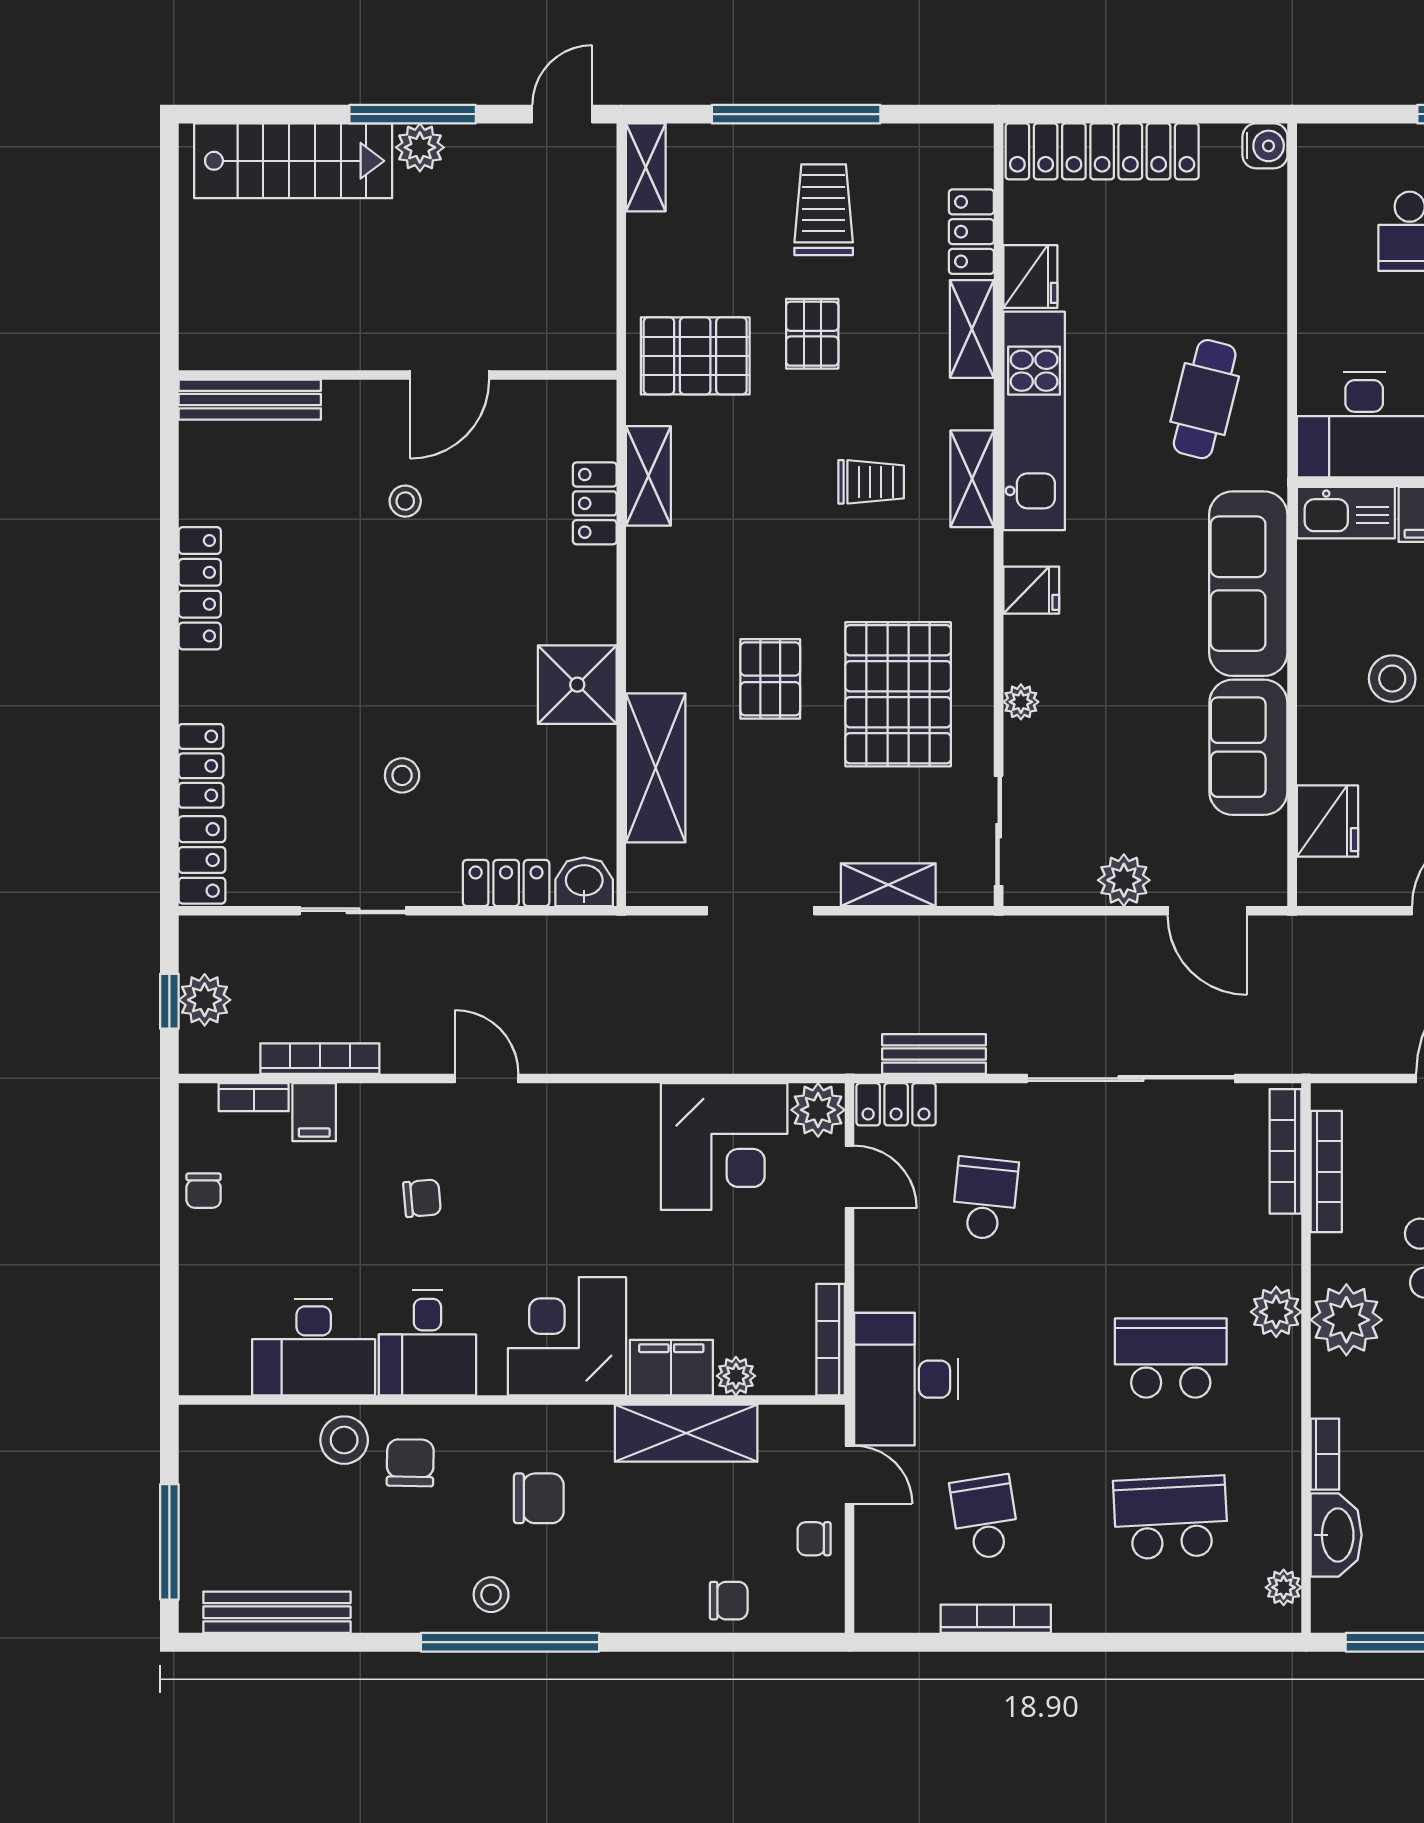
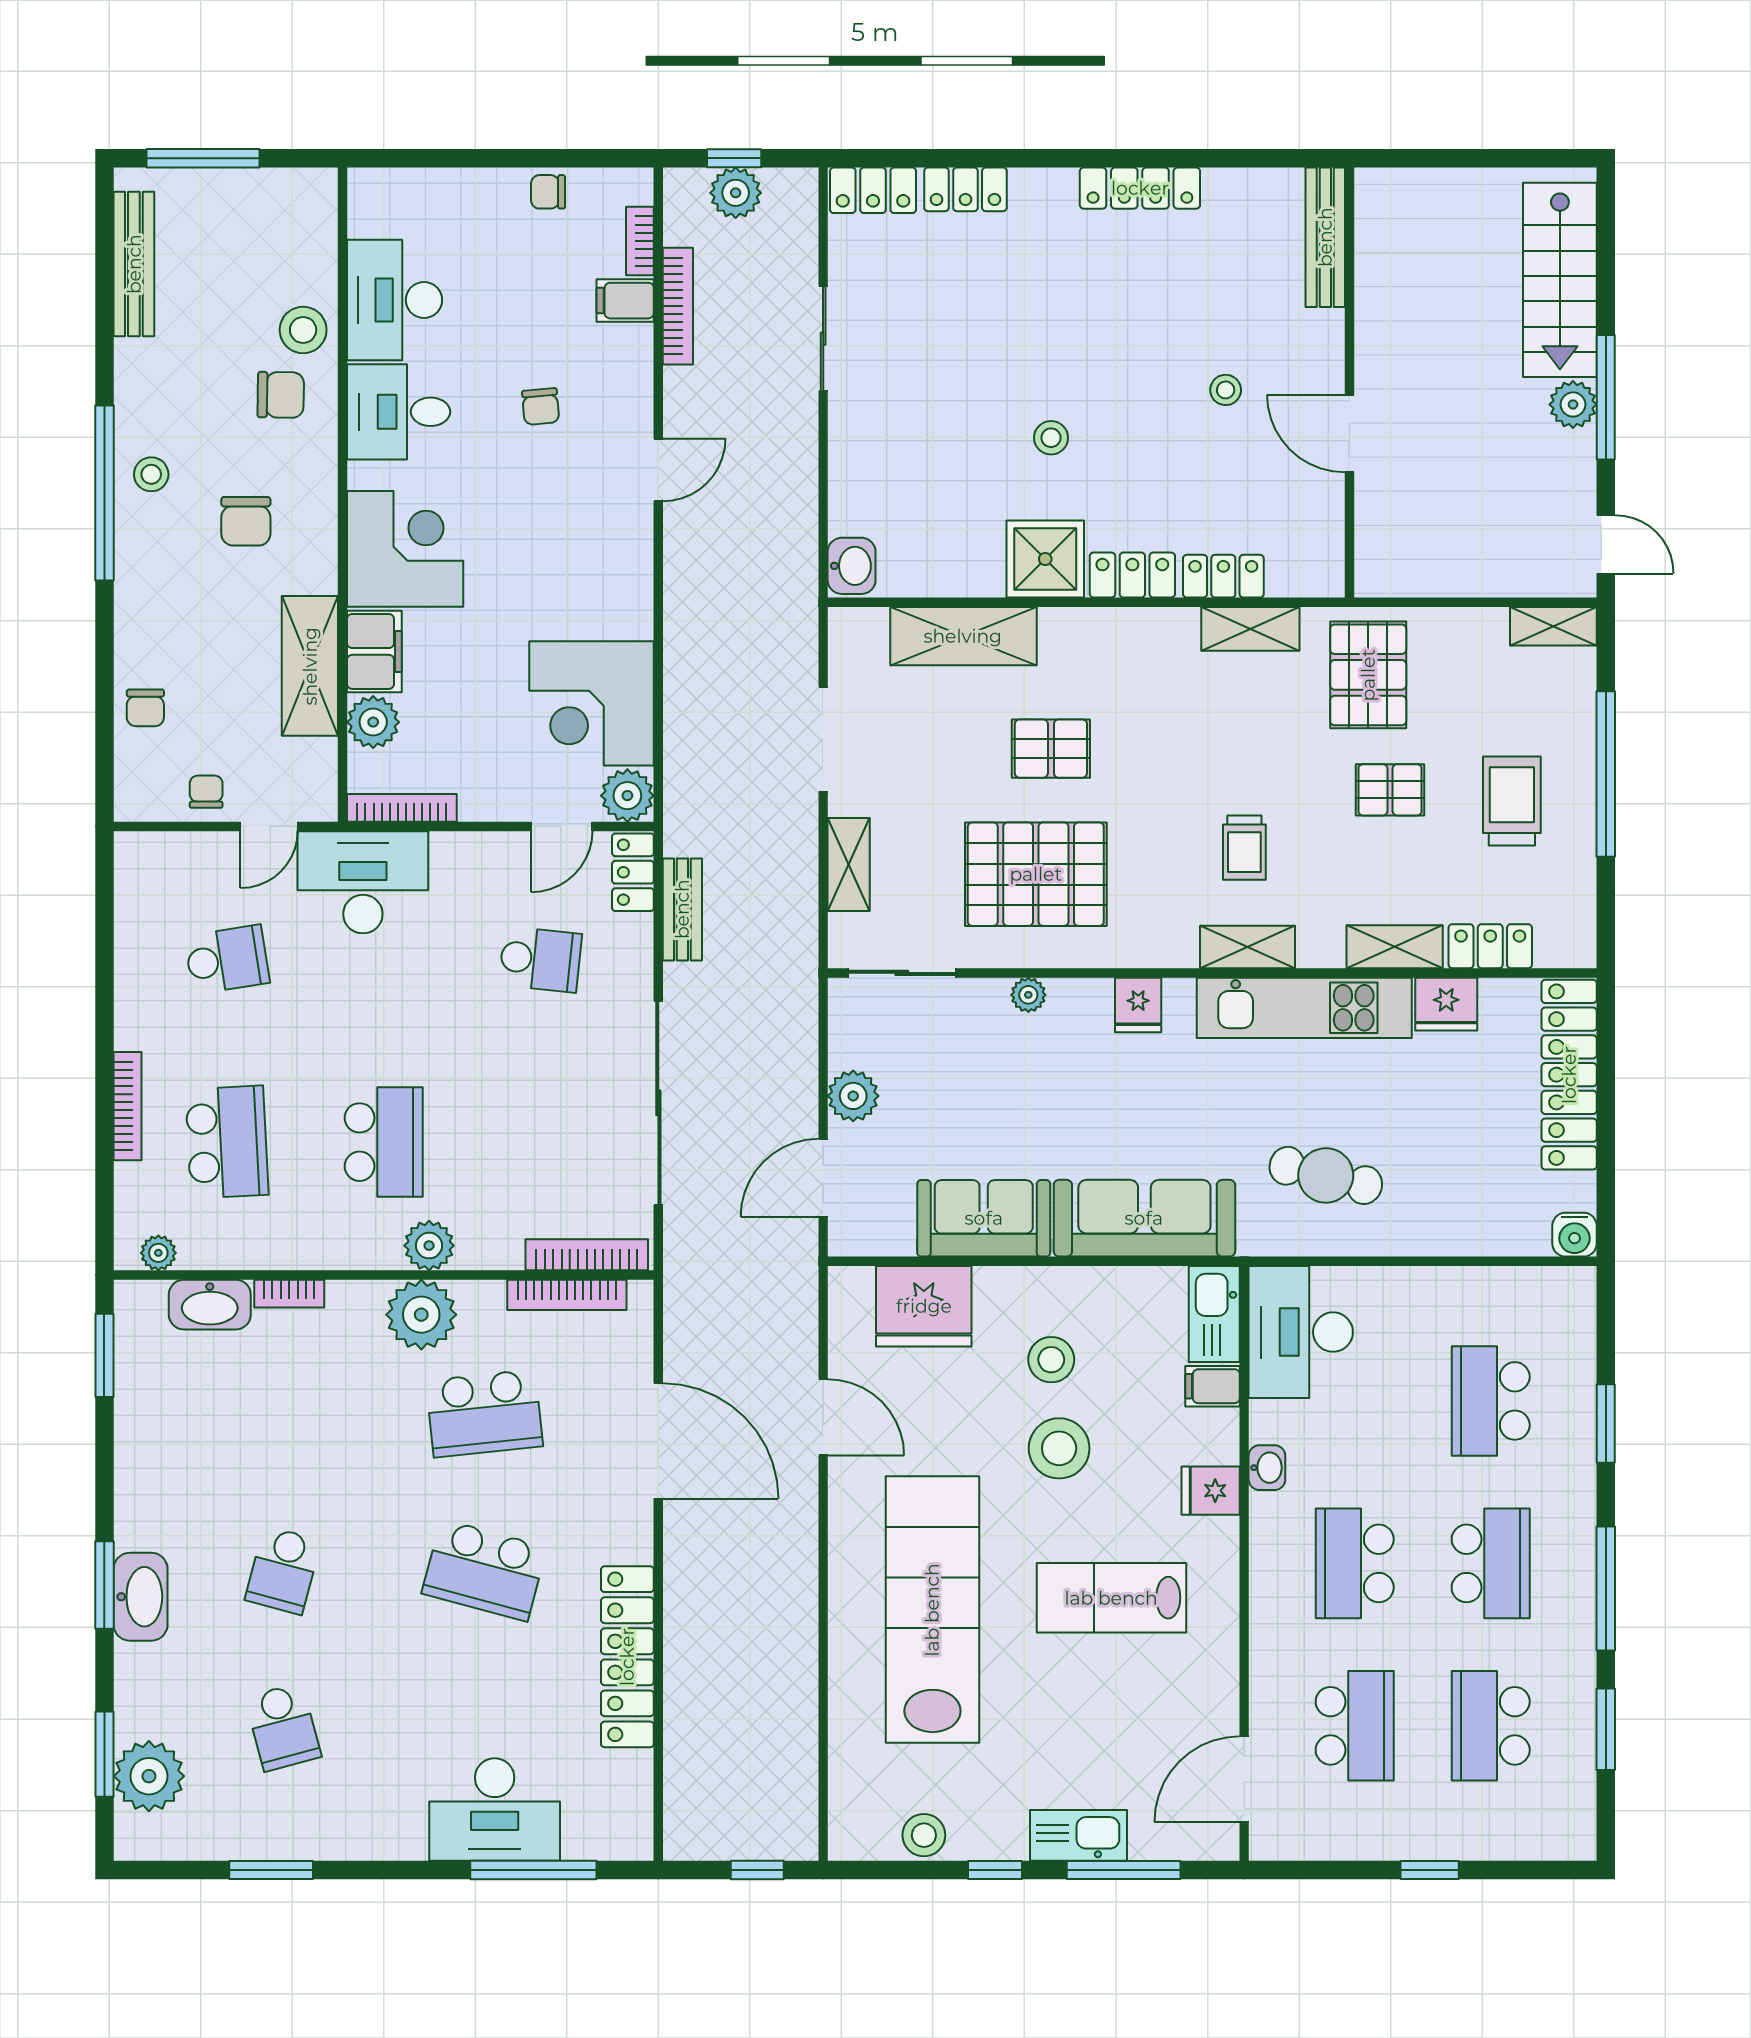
trolley: (824, 210) -> (1512, 801), turned -90
stool: (402, 775) -> (1051, 438), moved
fridge: (1327, 821) -> (924, 1306), width x1.36, depth x1.34
locker: (506, 883) -> (1132, 575), moved, turned -90
plant: (736, 1376) -> (373, 722), width x1.38, depth x1.38
bookcase: (996, 1619) -> (128, 1106), moved

